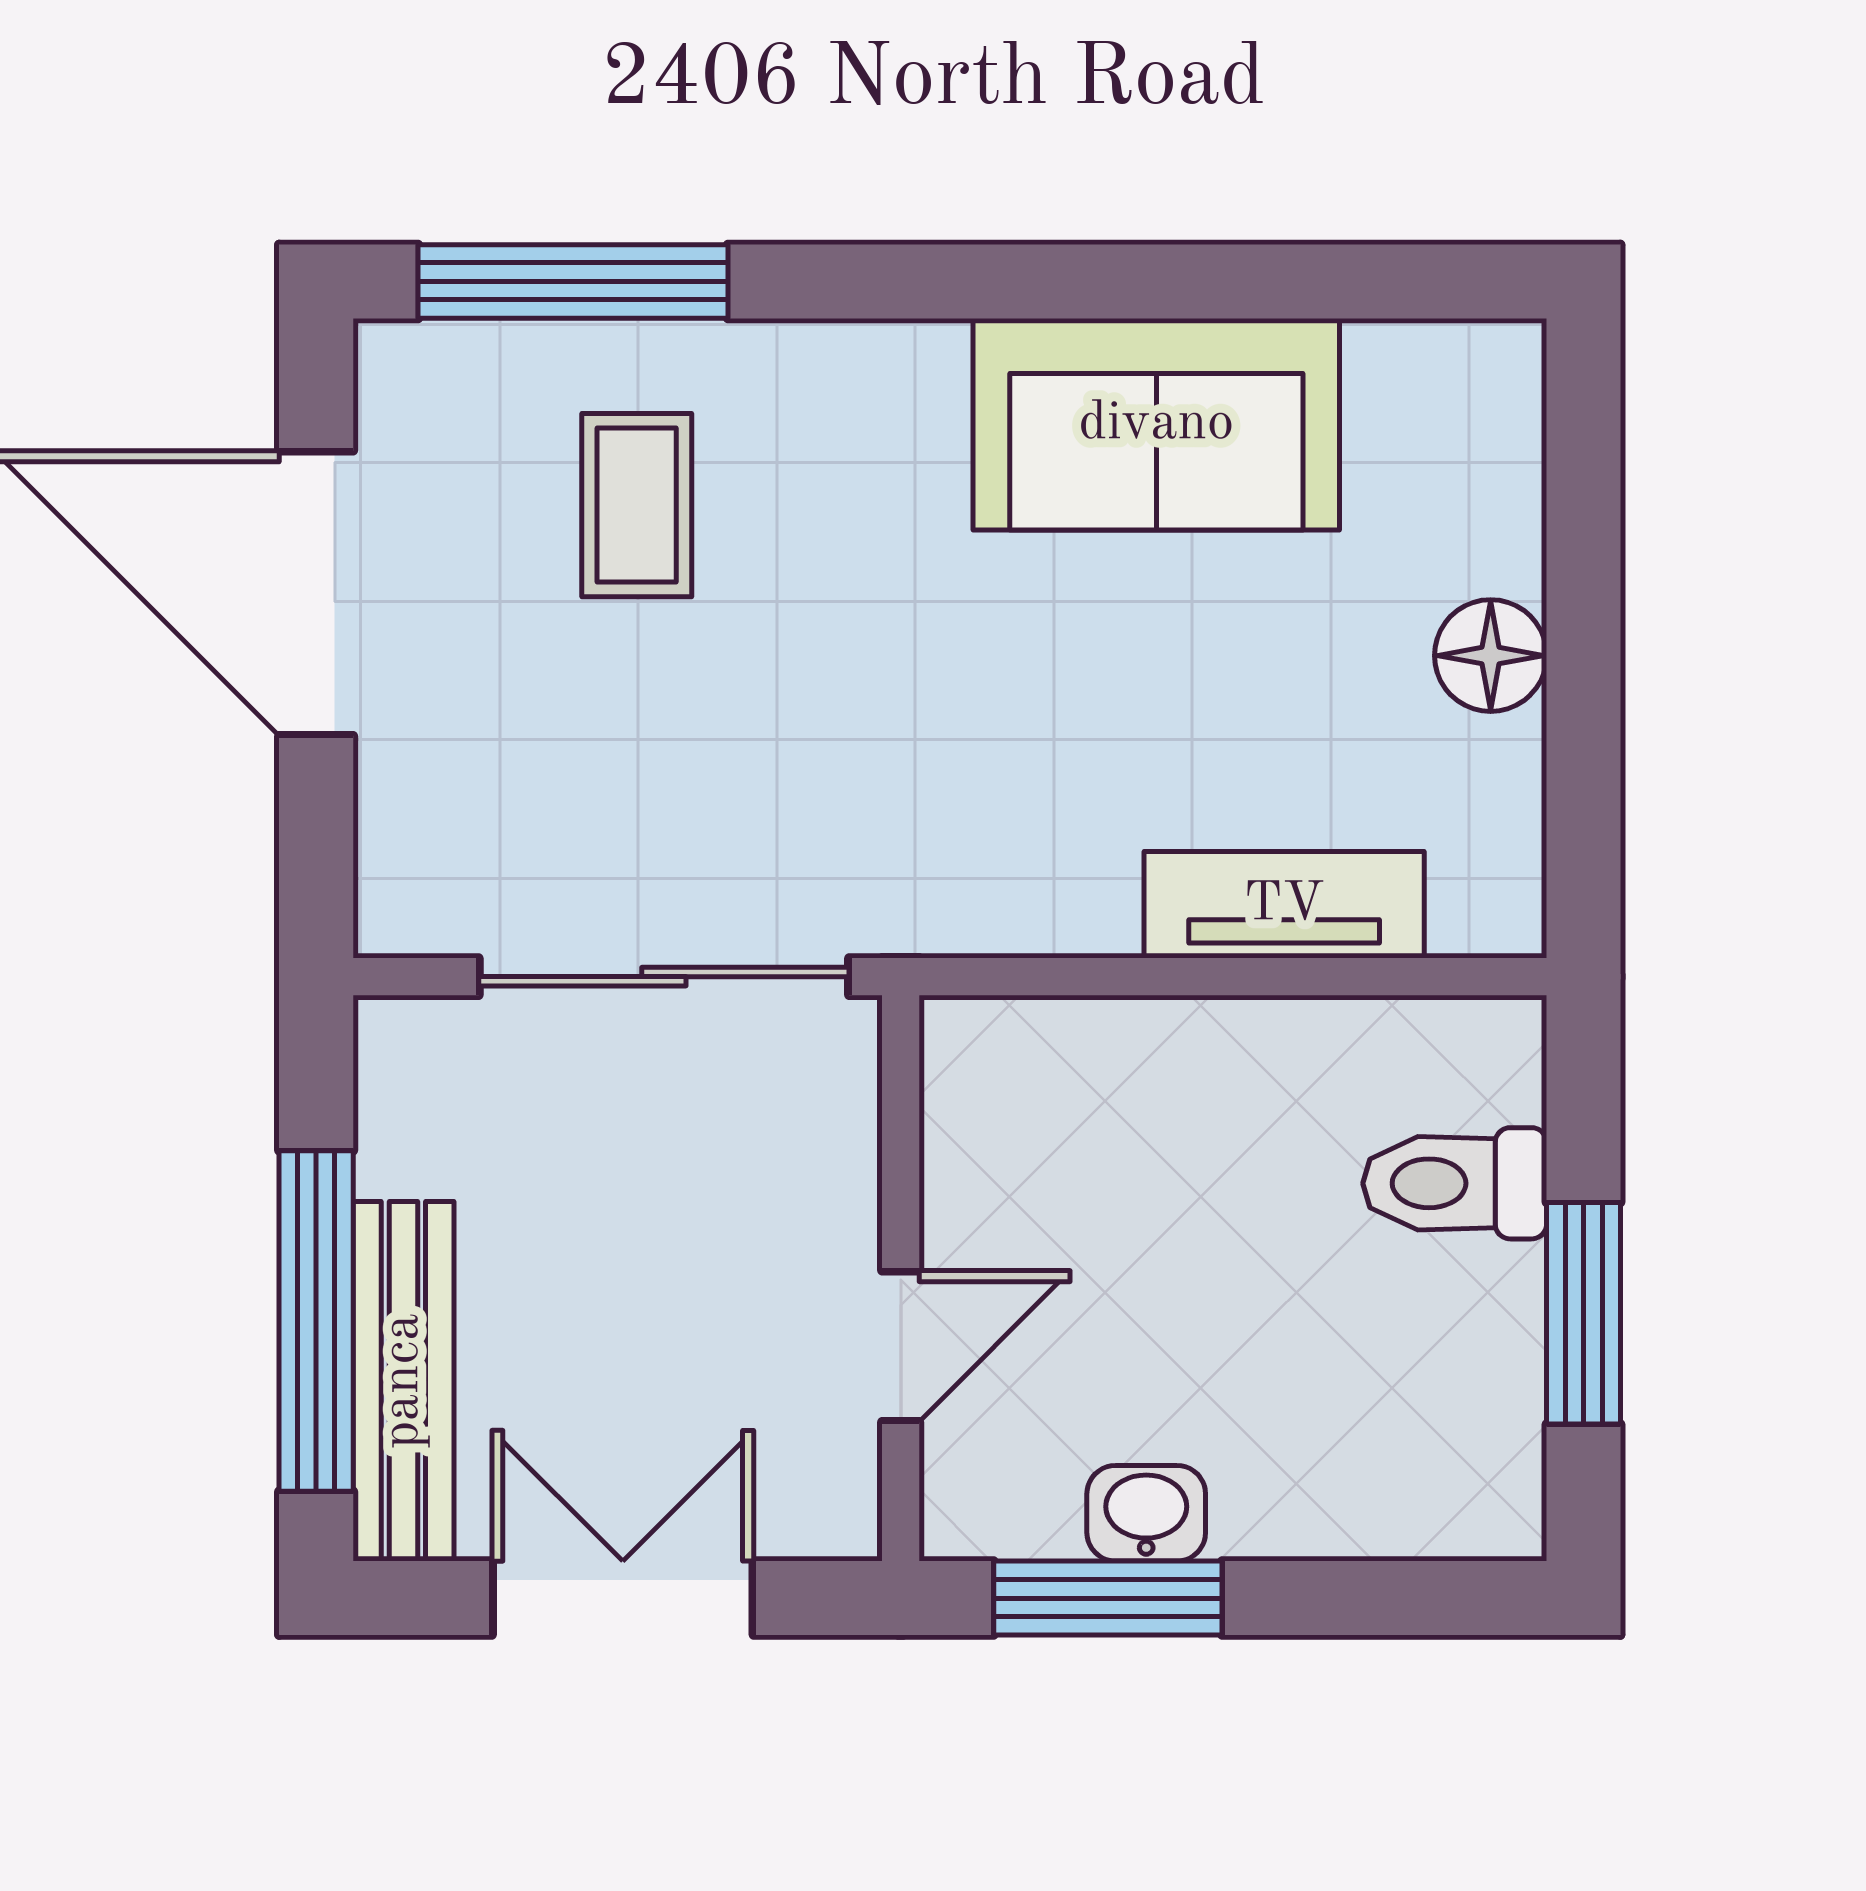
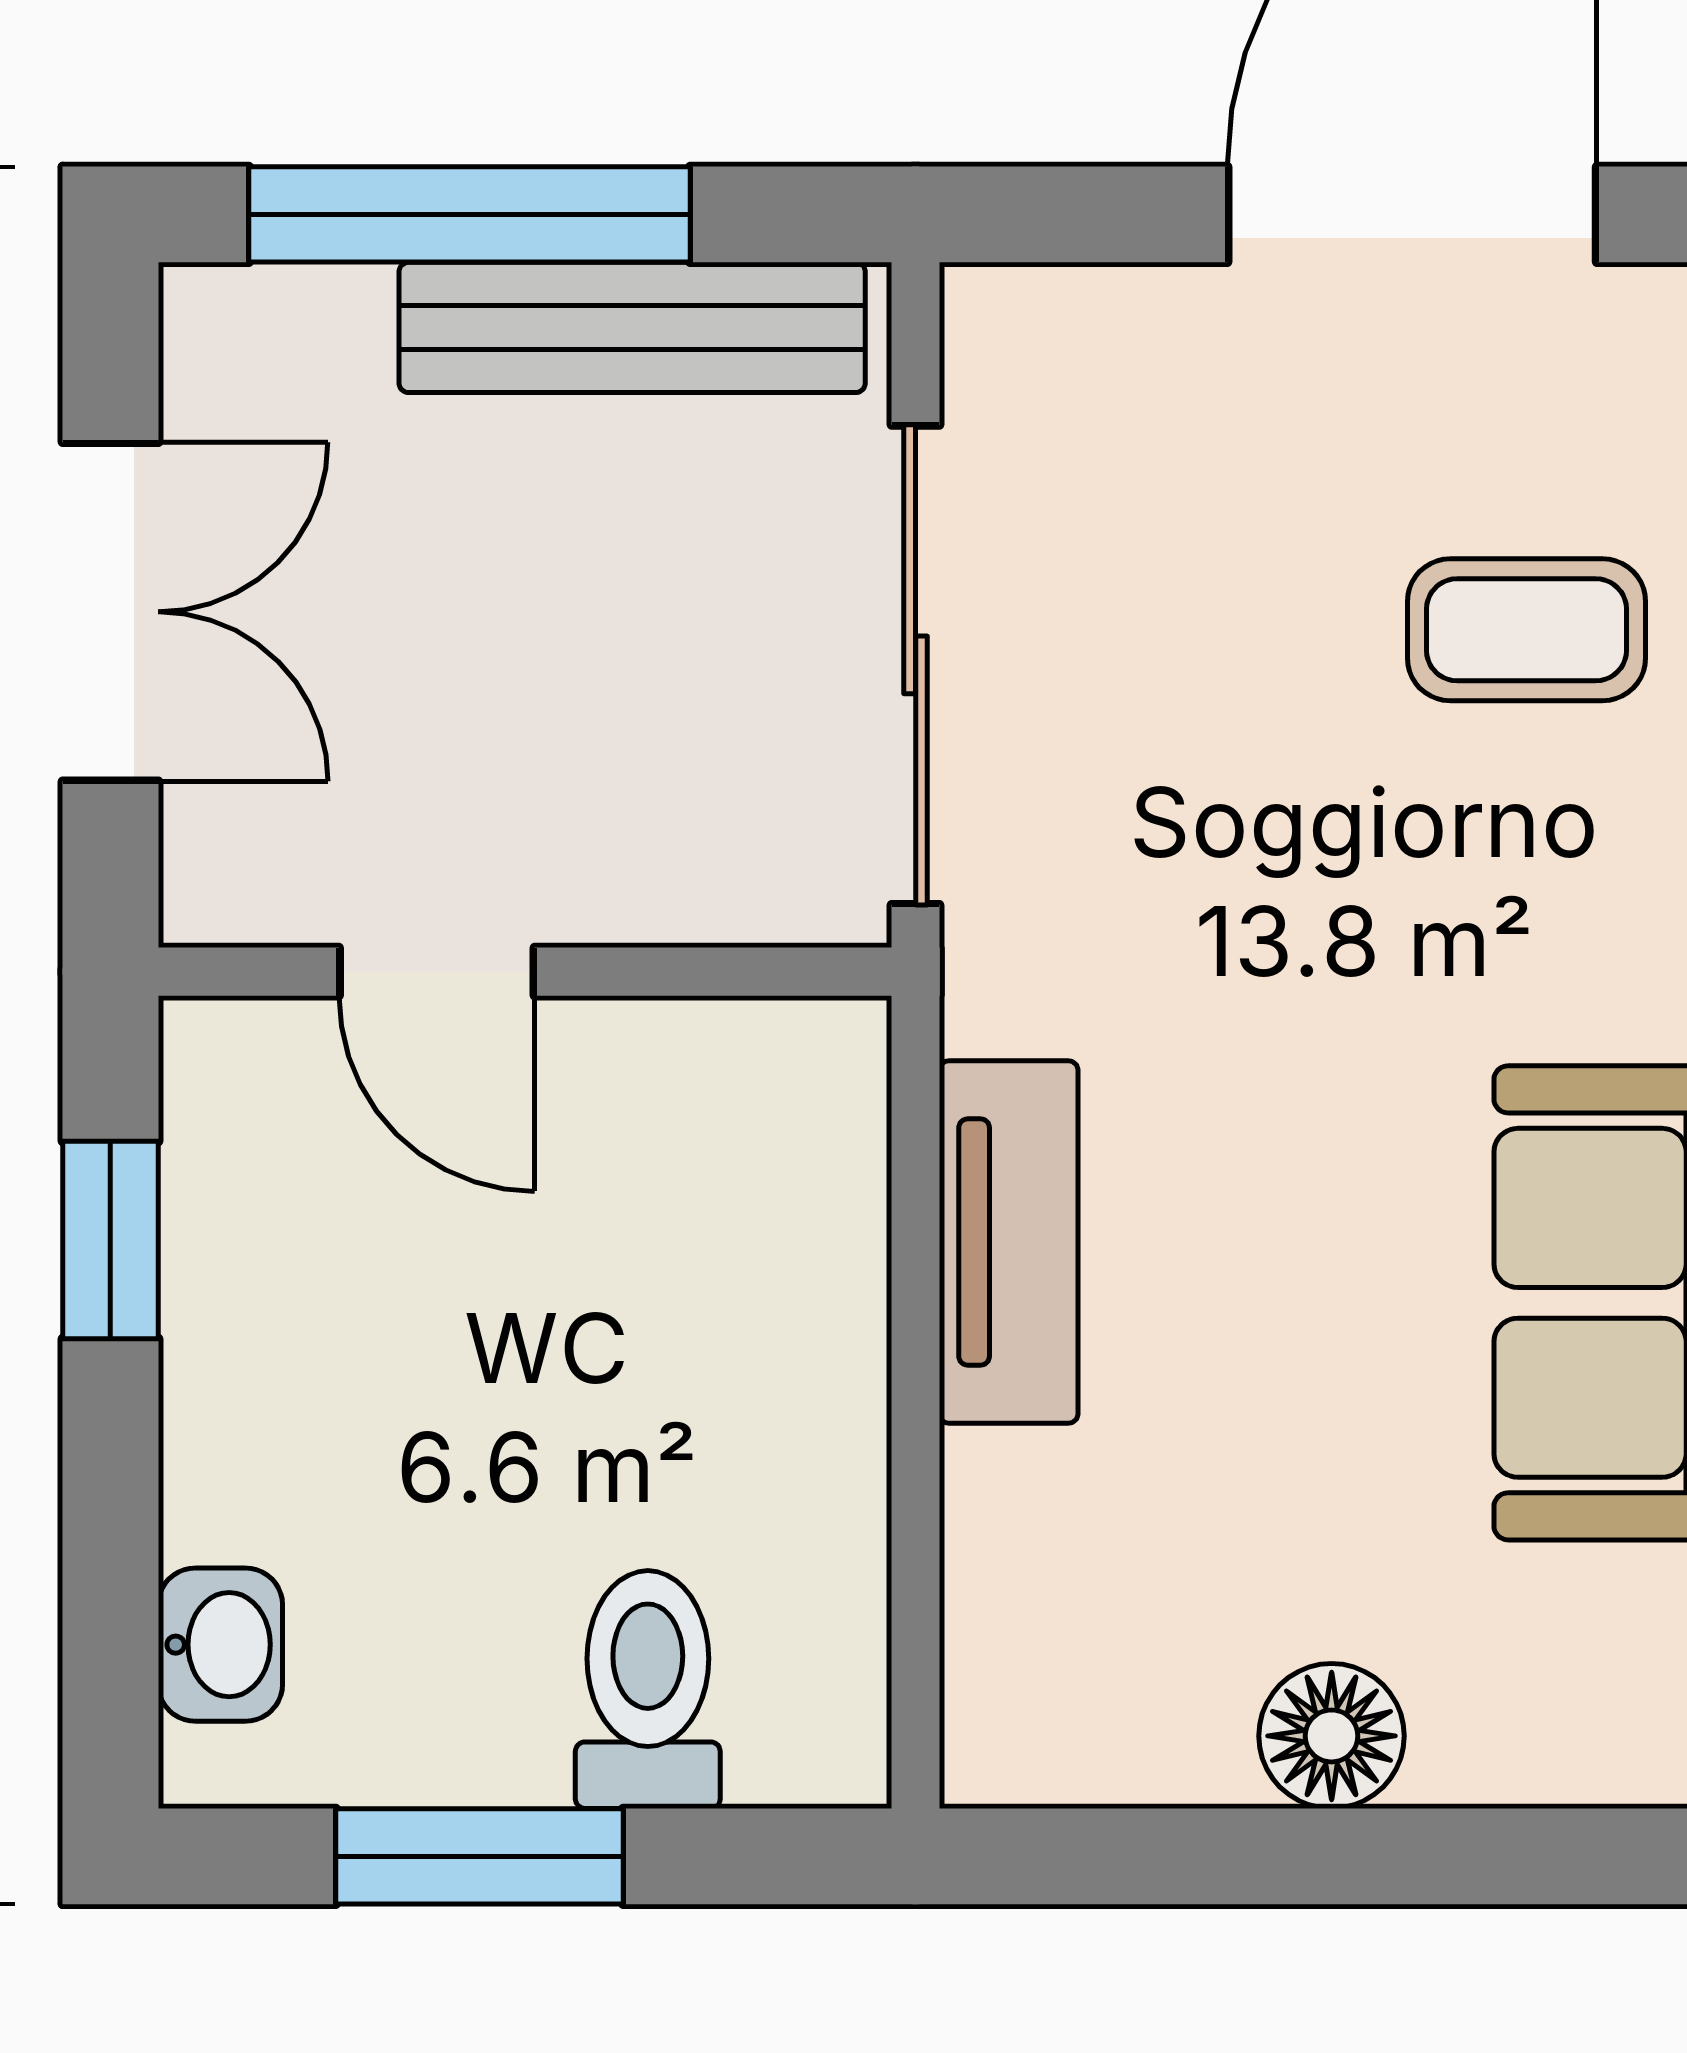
tv unit: (1284, 905) -> (1009, 1242), moved
bench: (403, 1381) -> (632, 327), moved
washbasin: (1146, 1513) -> (220, 1645), moved
window: (1108, 1598) -> (110, 1240), width x0.67

